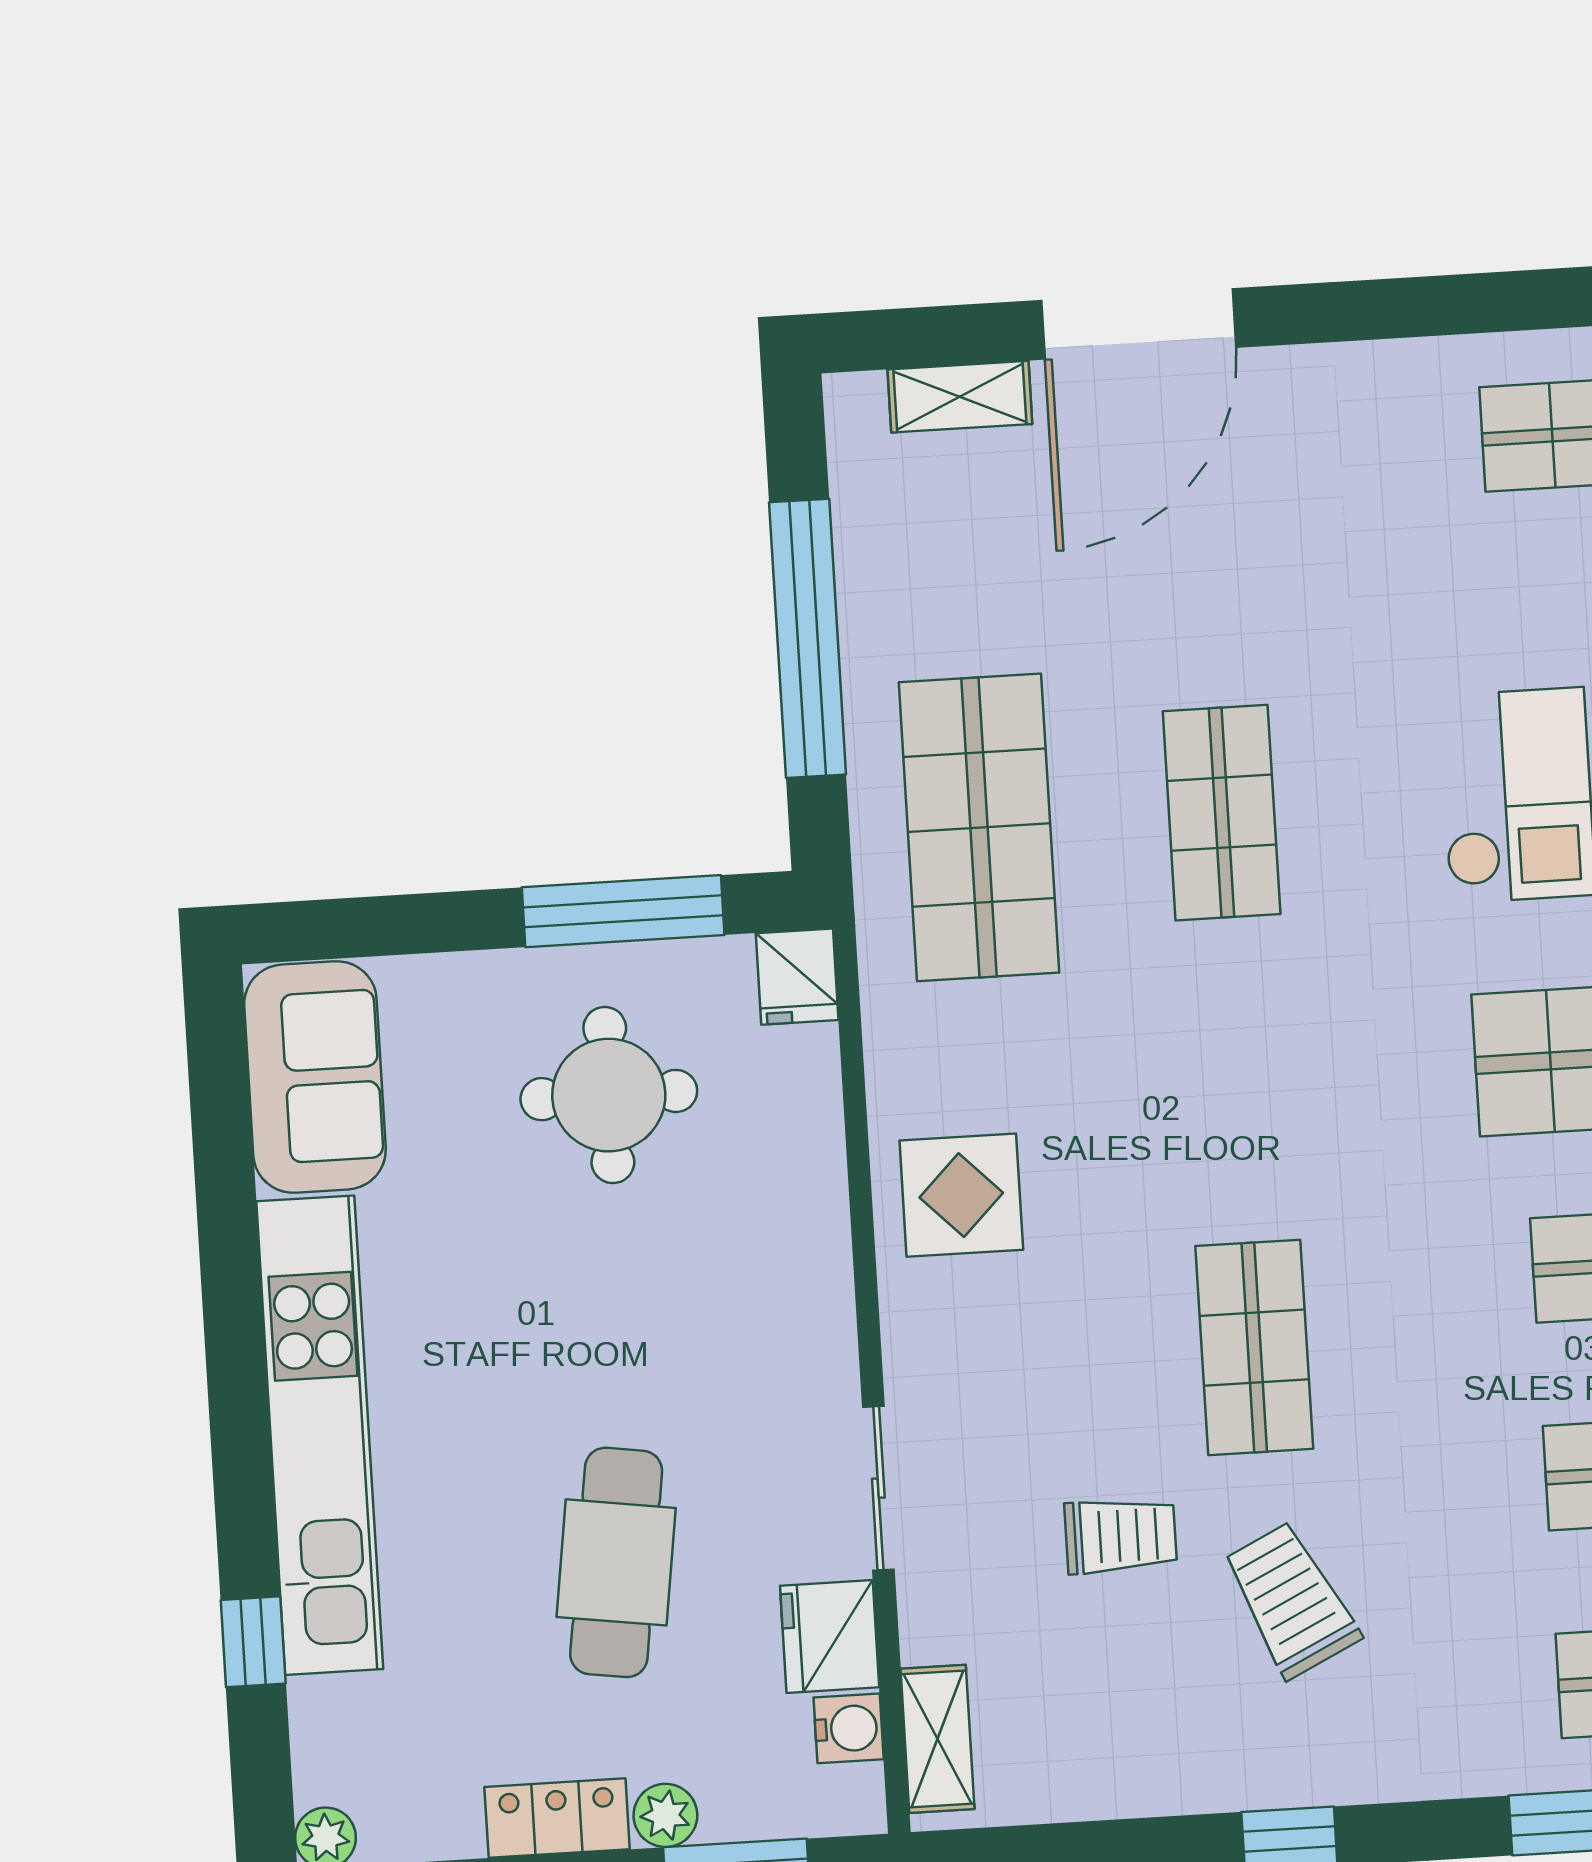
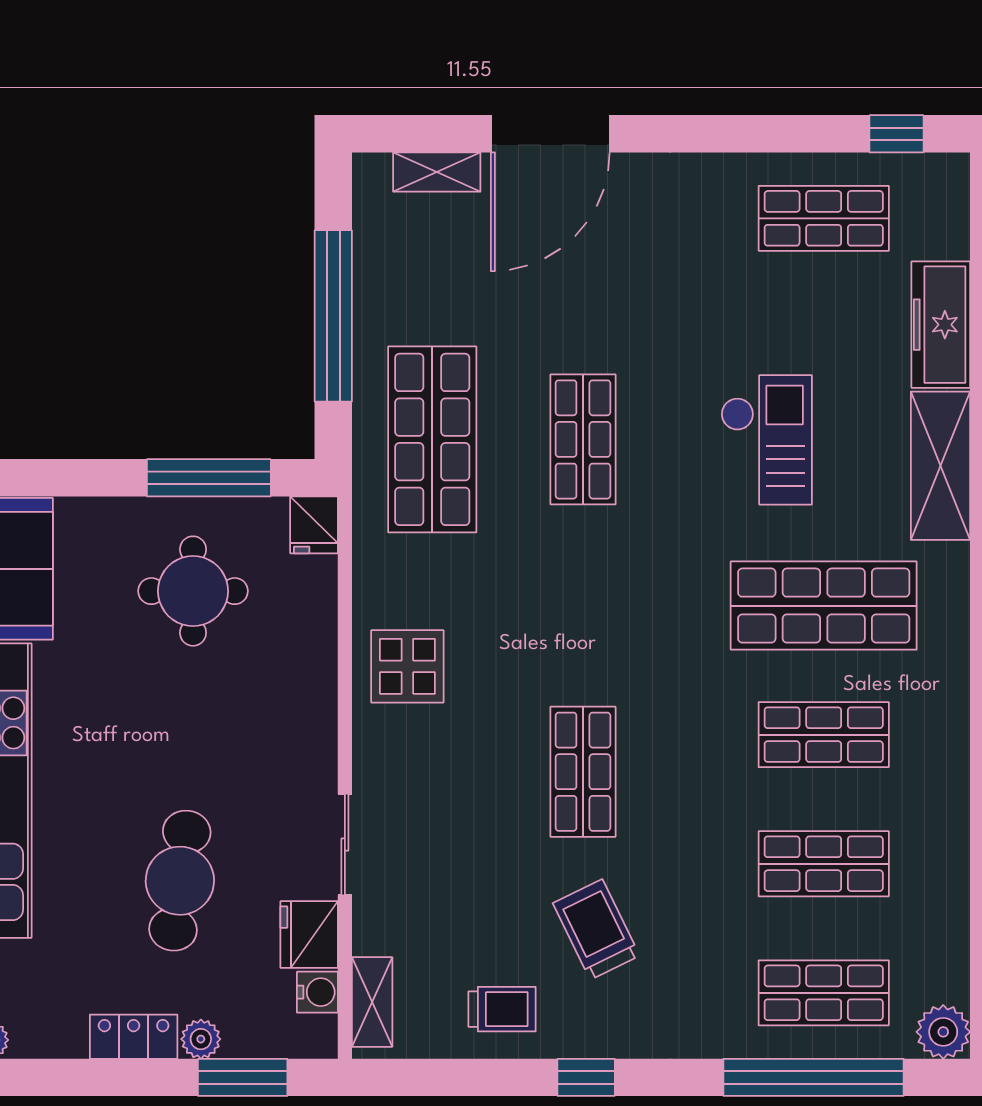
trolley: (1121, 1536) -> (502, 1009), moved

